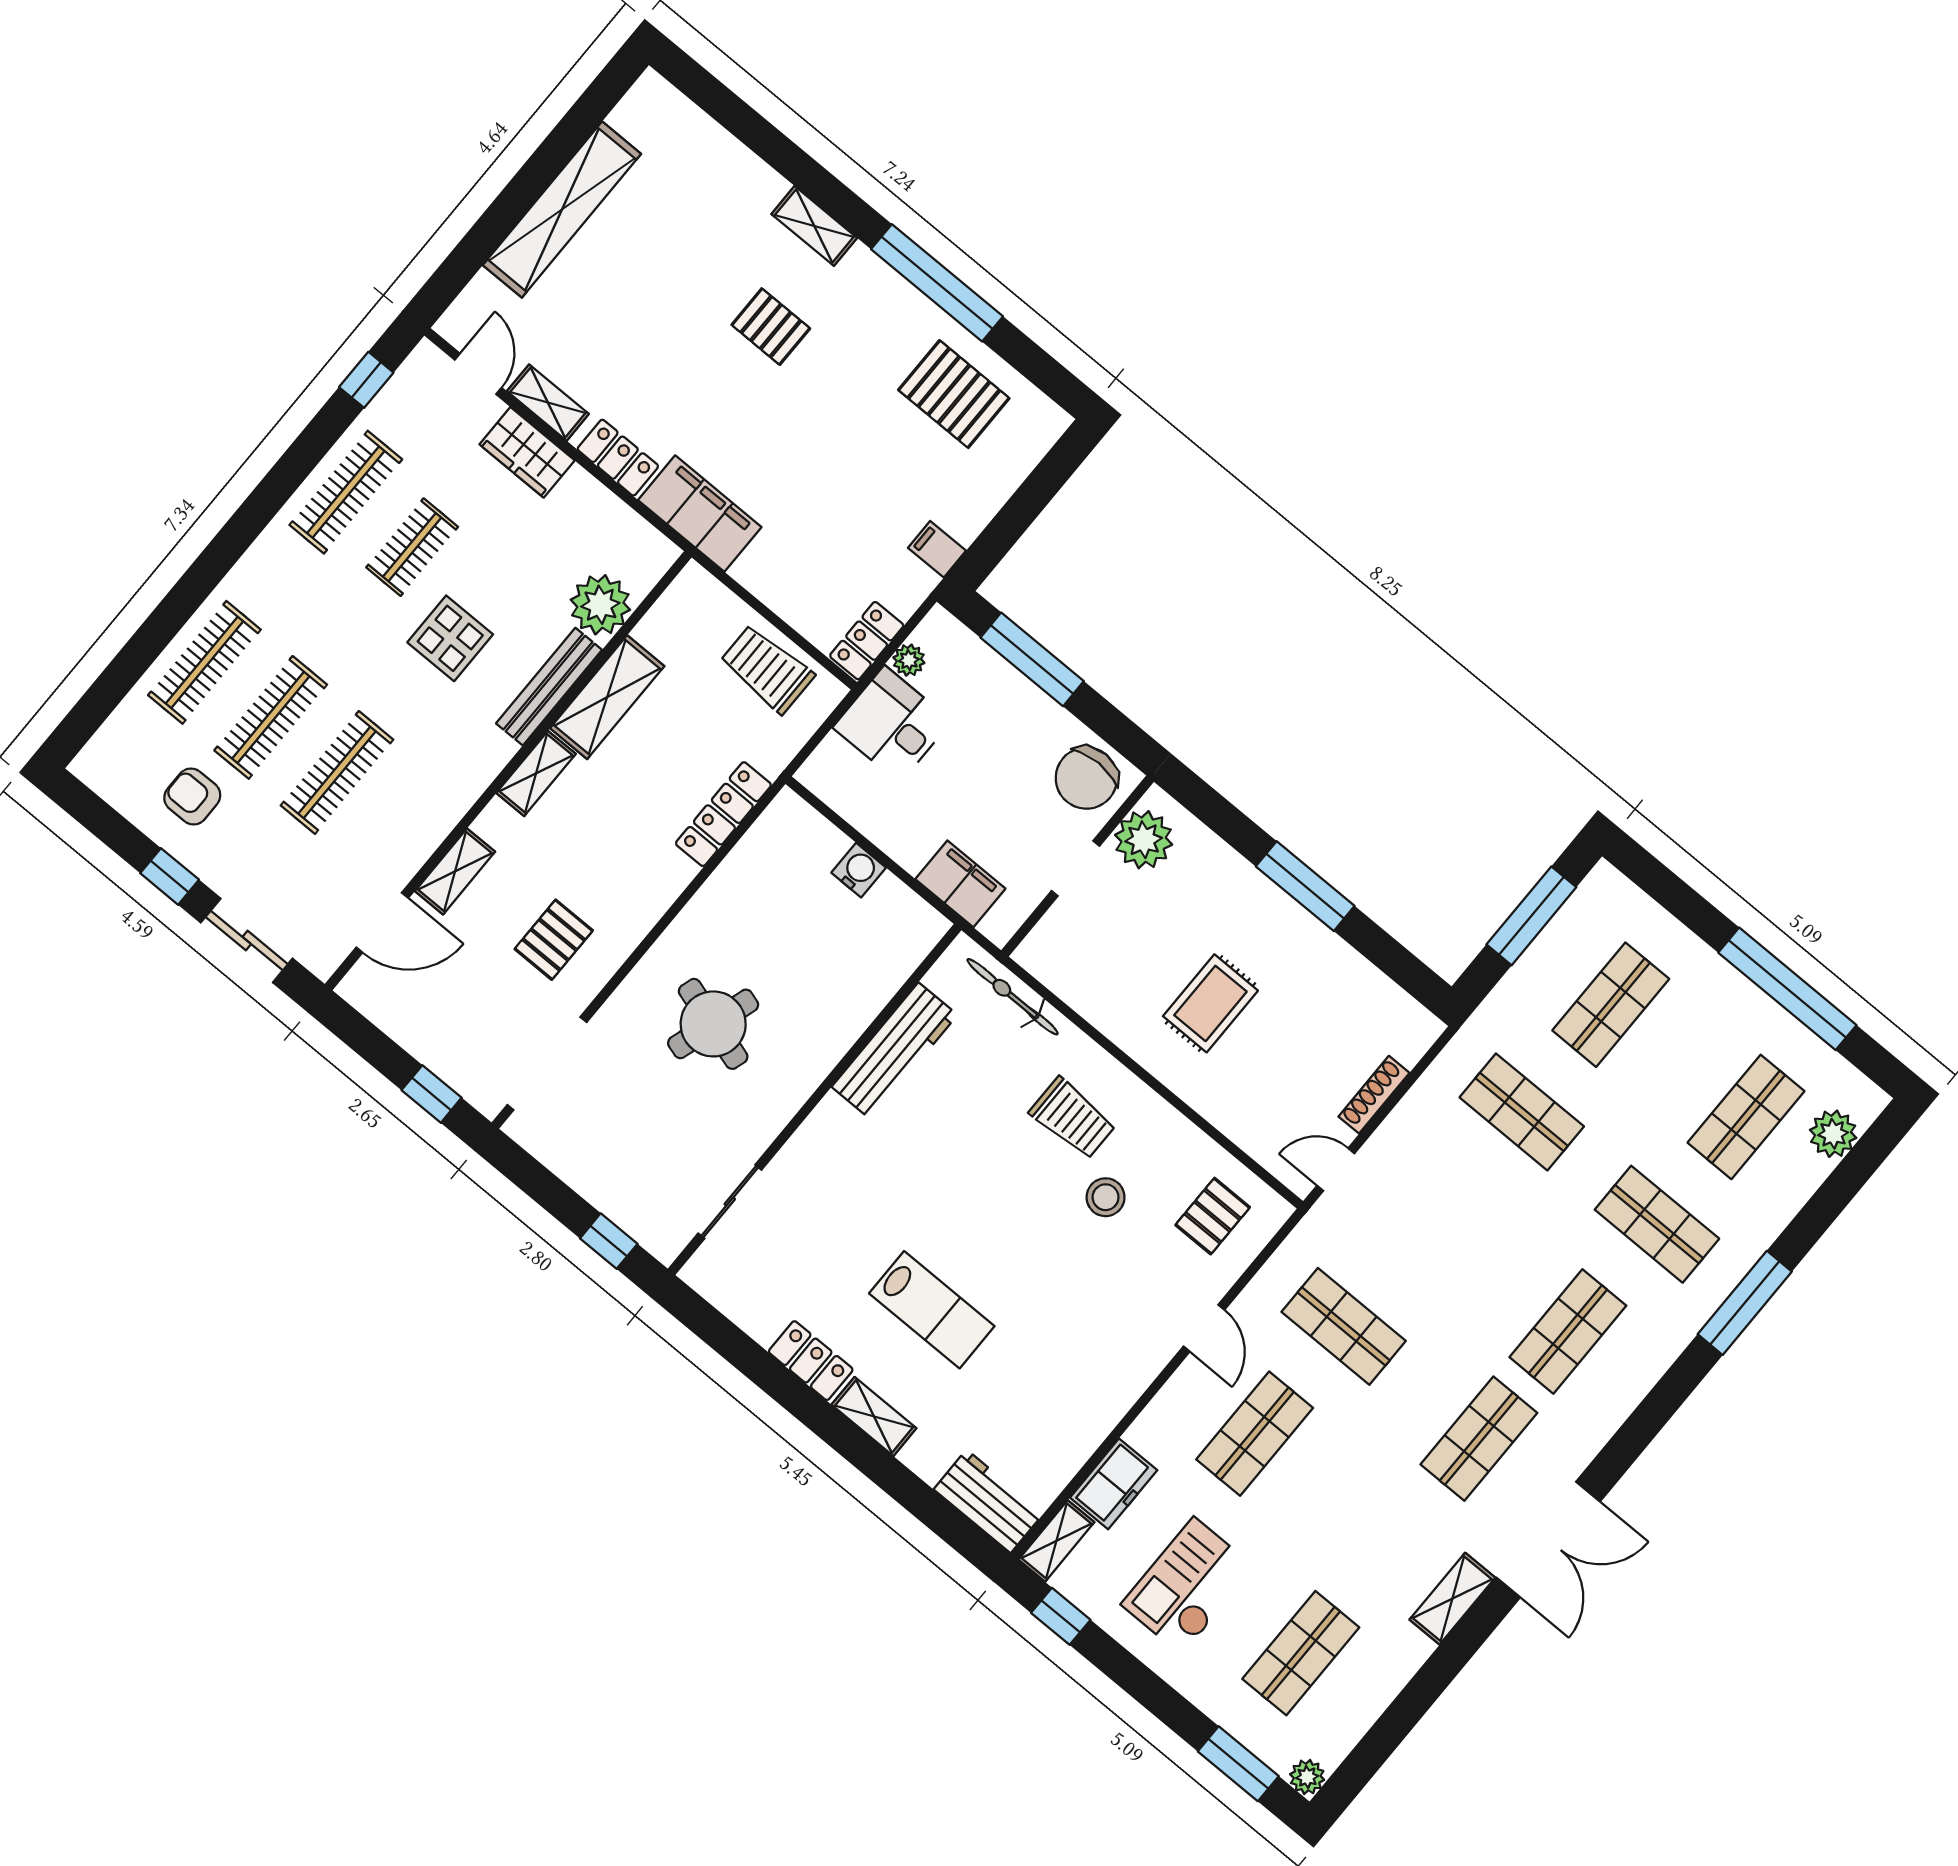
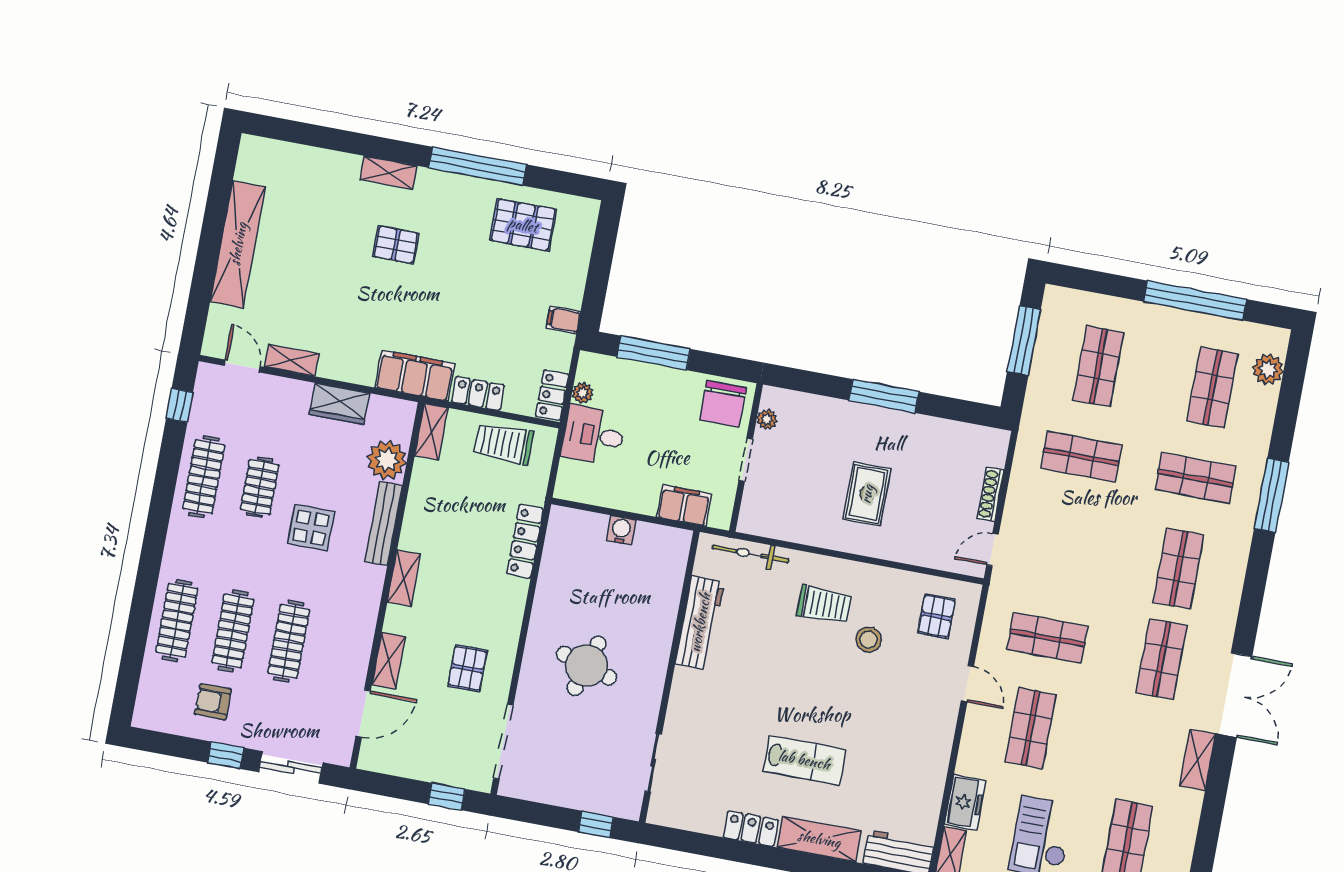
wardrobe: (527, 452) -> (339, 404), moved
locker: (618, 458) -> (478, 393), moved
shelving: (607, 697) -> (431, 432), moved, width x0.67, depth x0.75
plant: (1144, 840) -> (767, 419), width x0.53, depth x0.53
shelving: (874, 1416) -> (819, 839), width x1.50, depth x1.33

